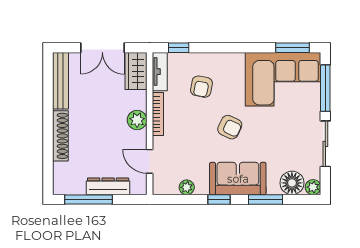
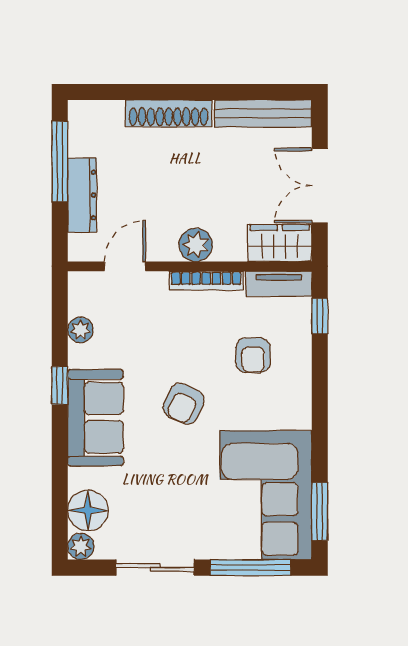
armchair: (201, 87) -> (253, 355), turned -101
window: (265, 199) -> (60, 465), removed

